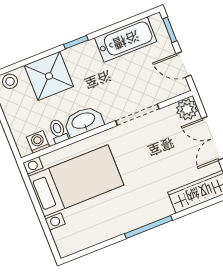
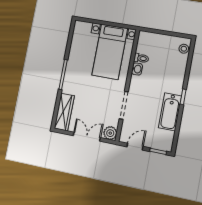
bathtub: (126, 40) -> (170, 112), moved
shower: (49, 76) -> (174, 71), removed
washbasin: (84, 121) -> (137, 69), width x0.52, depth x0.69
washing machine: (38, 142) -> (142, 44), removed

